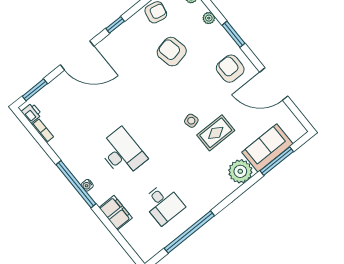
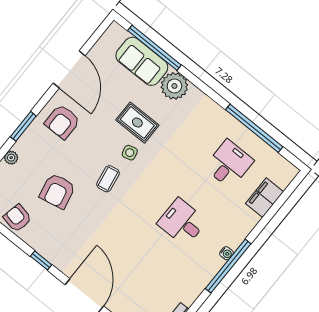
coffee table: (173, 97) -> (108, 179), added
desk: (122, 153) -> (182, 222), width x0.73
window: (277, 161) -> (154, 48), width x1.46
filing cabinet: (116, 213) -> (265, 198), moved

